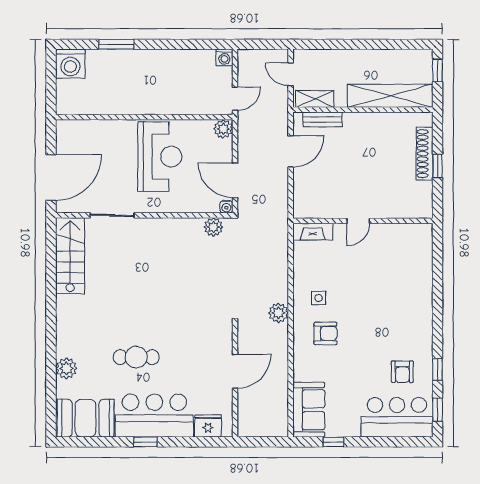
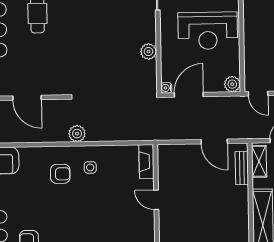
plant: (213, 227) -> (148, 52), moved
armchair: (326, 333) -> (60, 174), turned -90

